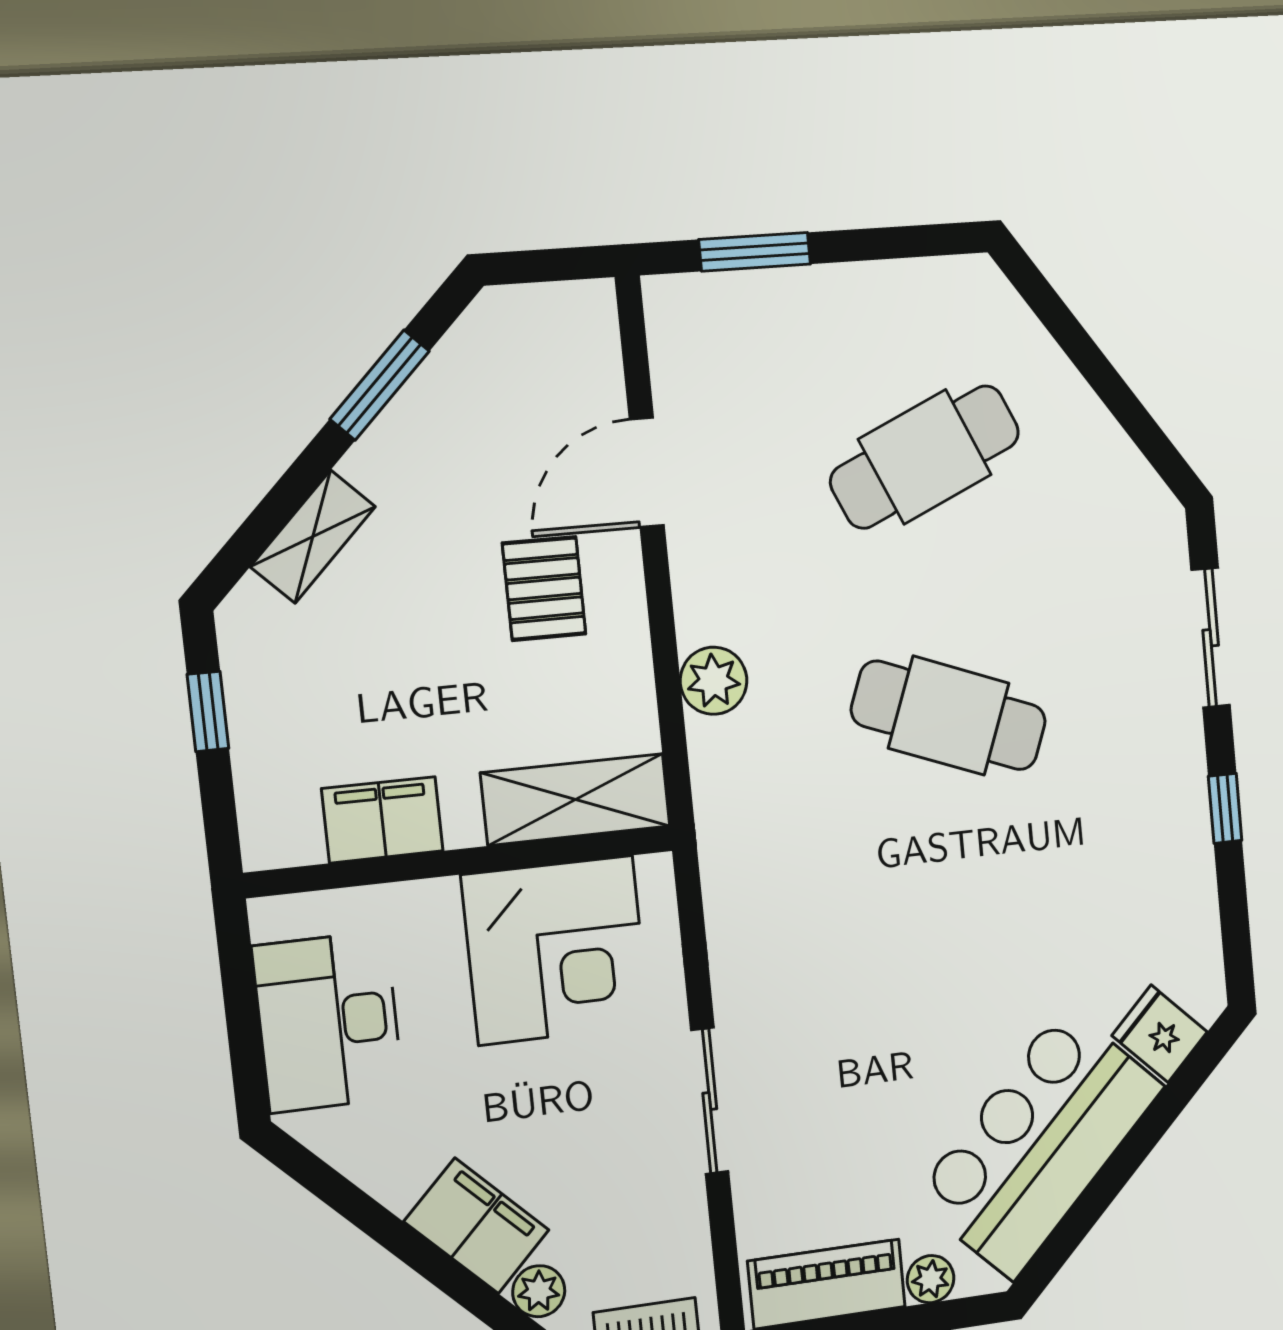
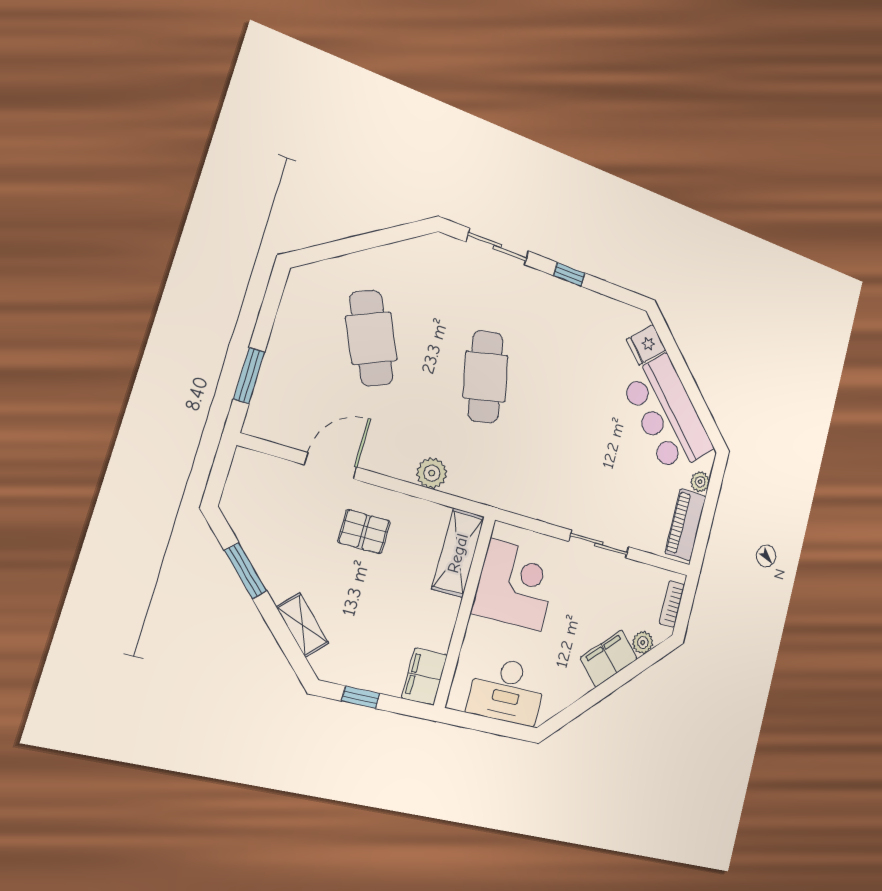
door: (647, 472) -> (331, 466), swing flipped
cafe table: (949, 716) -> (486, 377), turned -33
filing cabinet: (382, 820) -> (424, 676), moved

